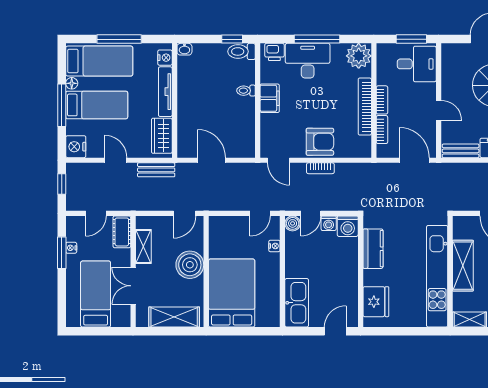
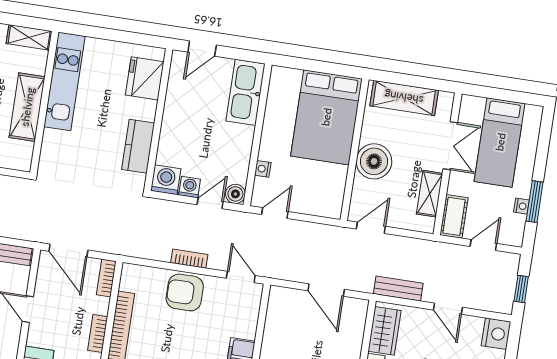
bookcase: (382, 130) -> (106, 278), moved
kitchen unit: (437, 276) -> (64, 81), width x0.73

